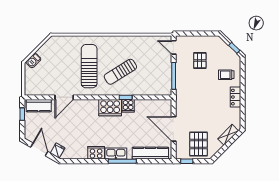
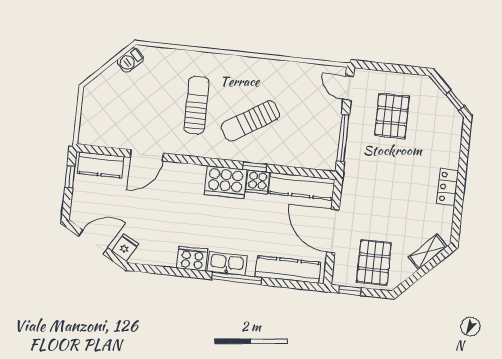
barbecue: (33, 61) -> (130, 60), moved
pallet: (200, 61) -> (392, 116), width x1.50, depth x1.42
sun lounger: (89, 66) -> (197, 105), width x0.73, depth x0.75
trolley: (226, 75) -> (436, 146), removed
kitchen counter: (153, 106) -> (302, 186), added
door: (39, 149) -> (93, 242), hinge flipped

